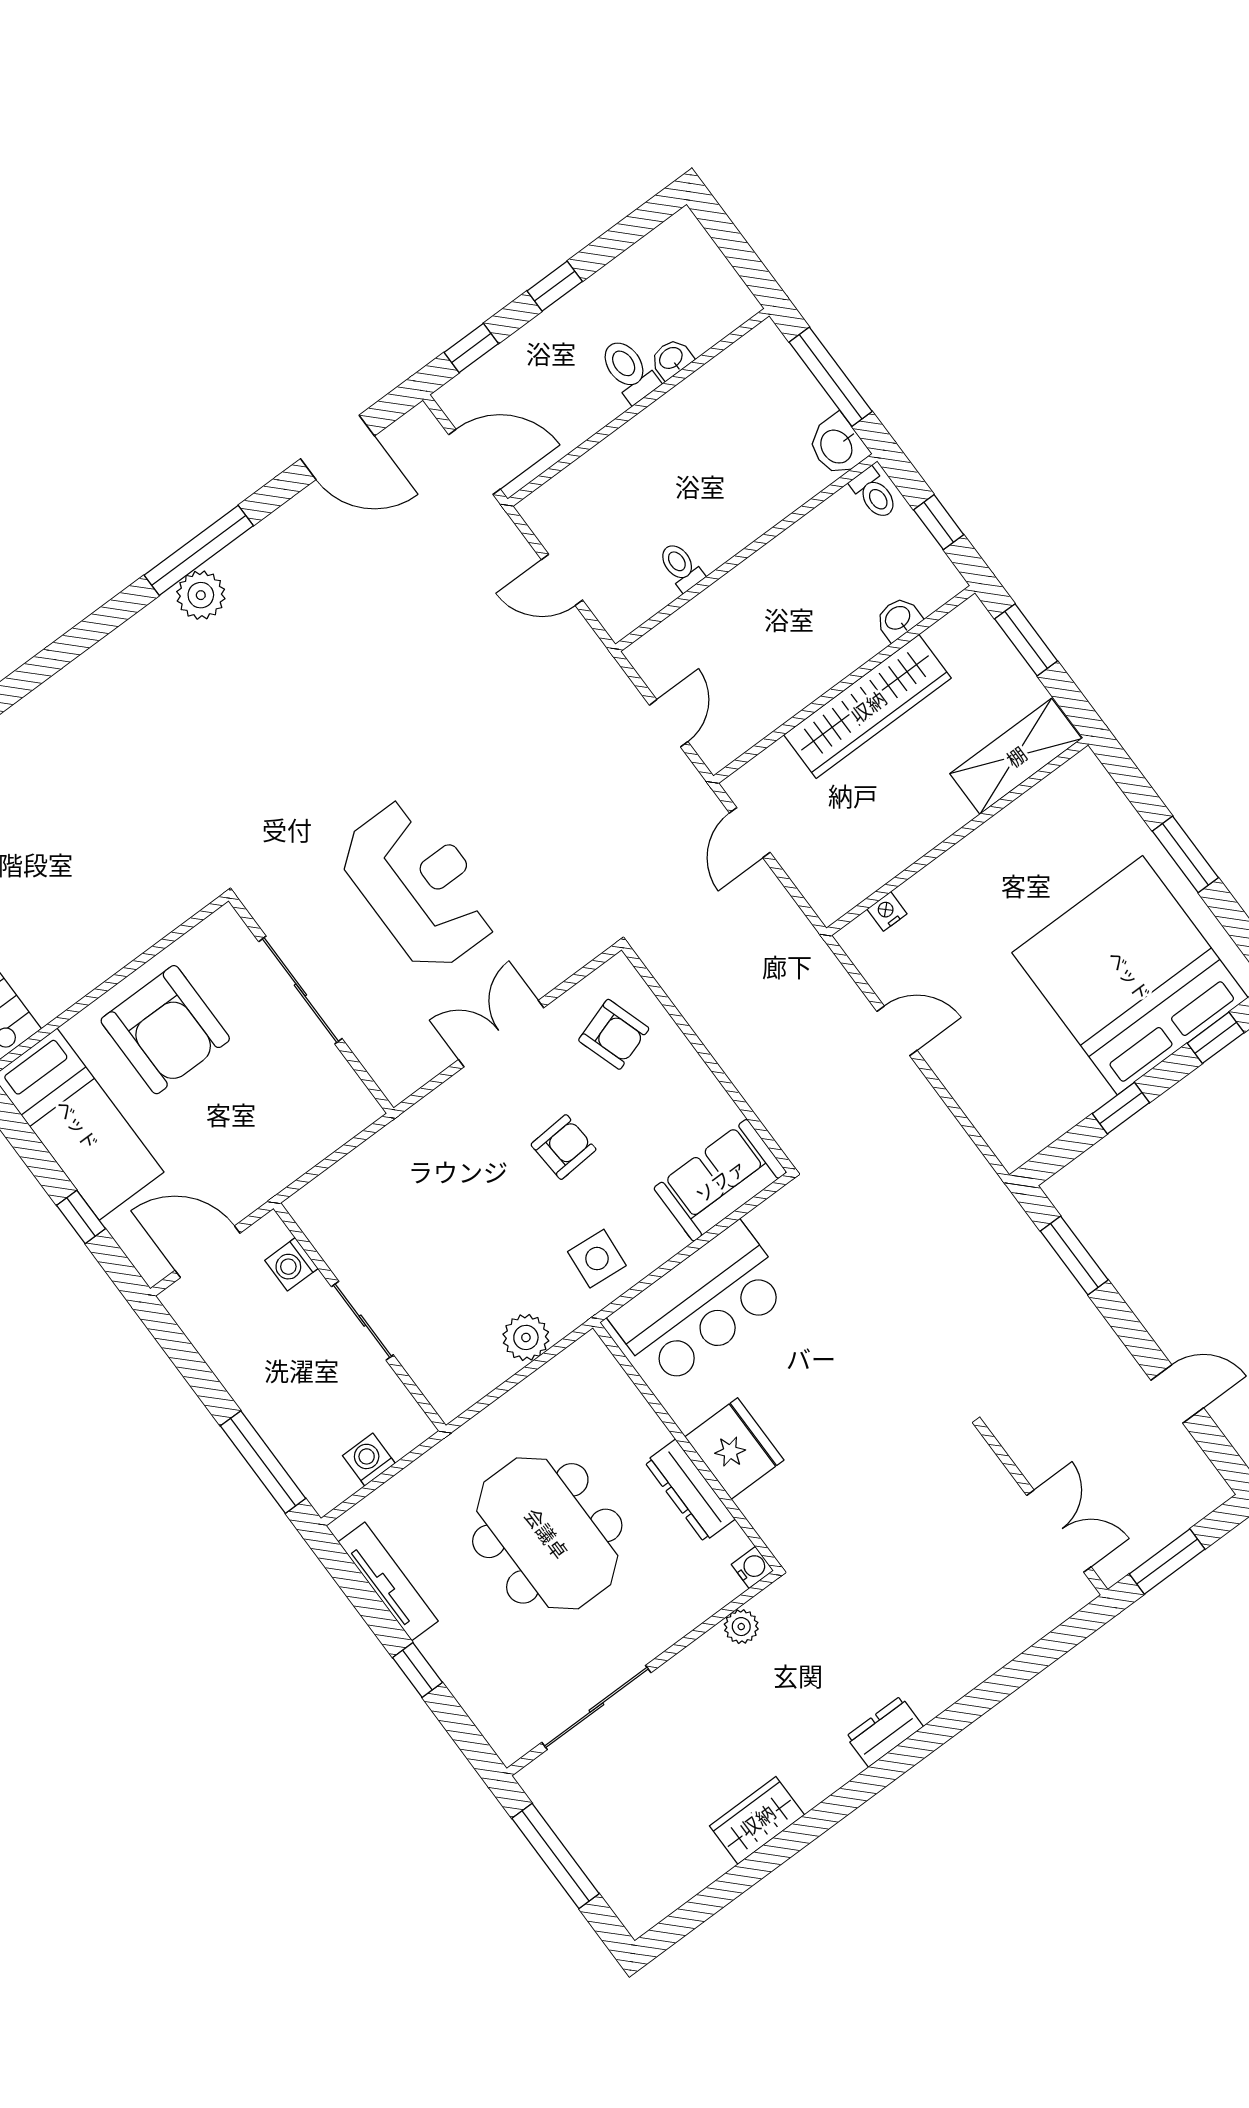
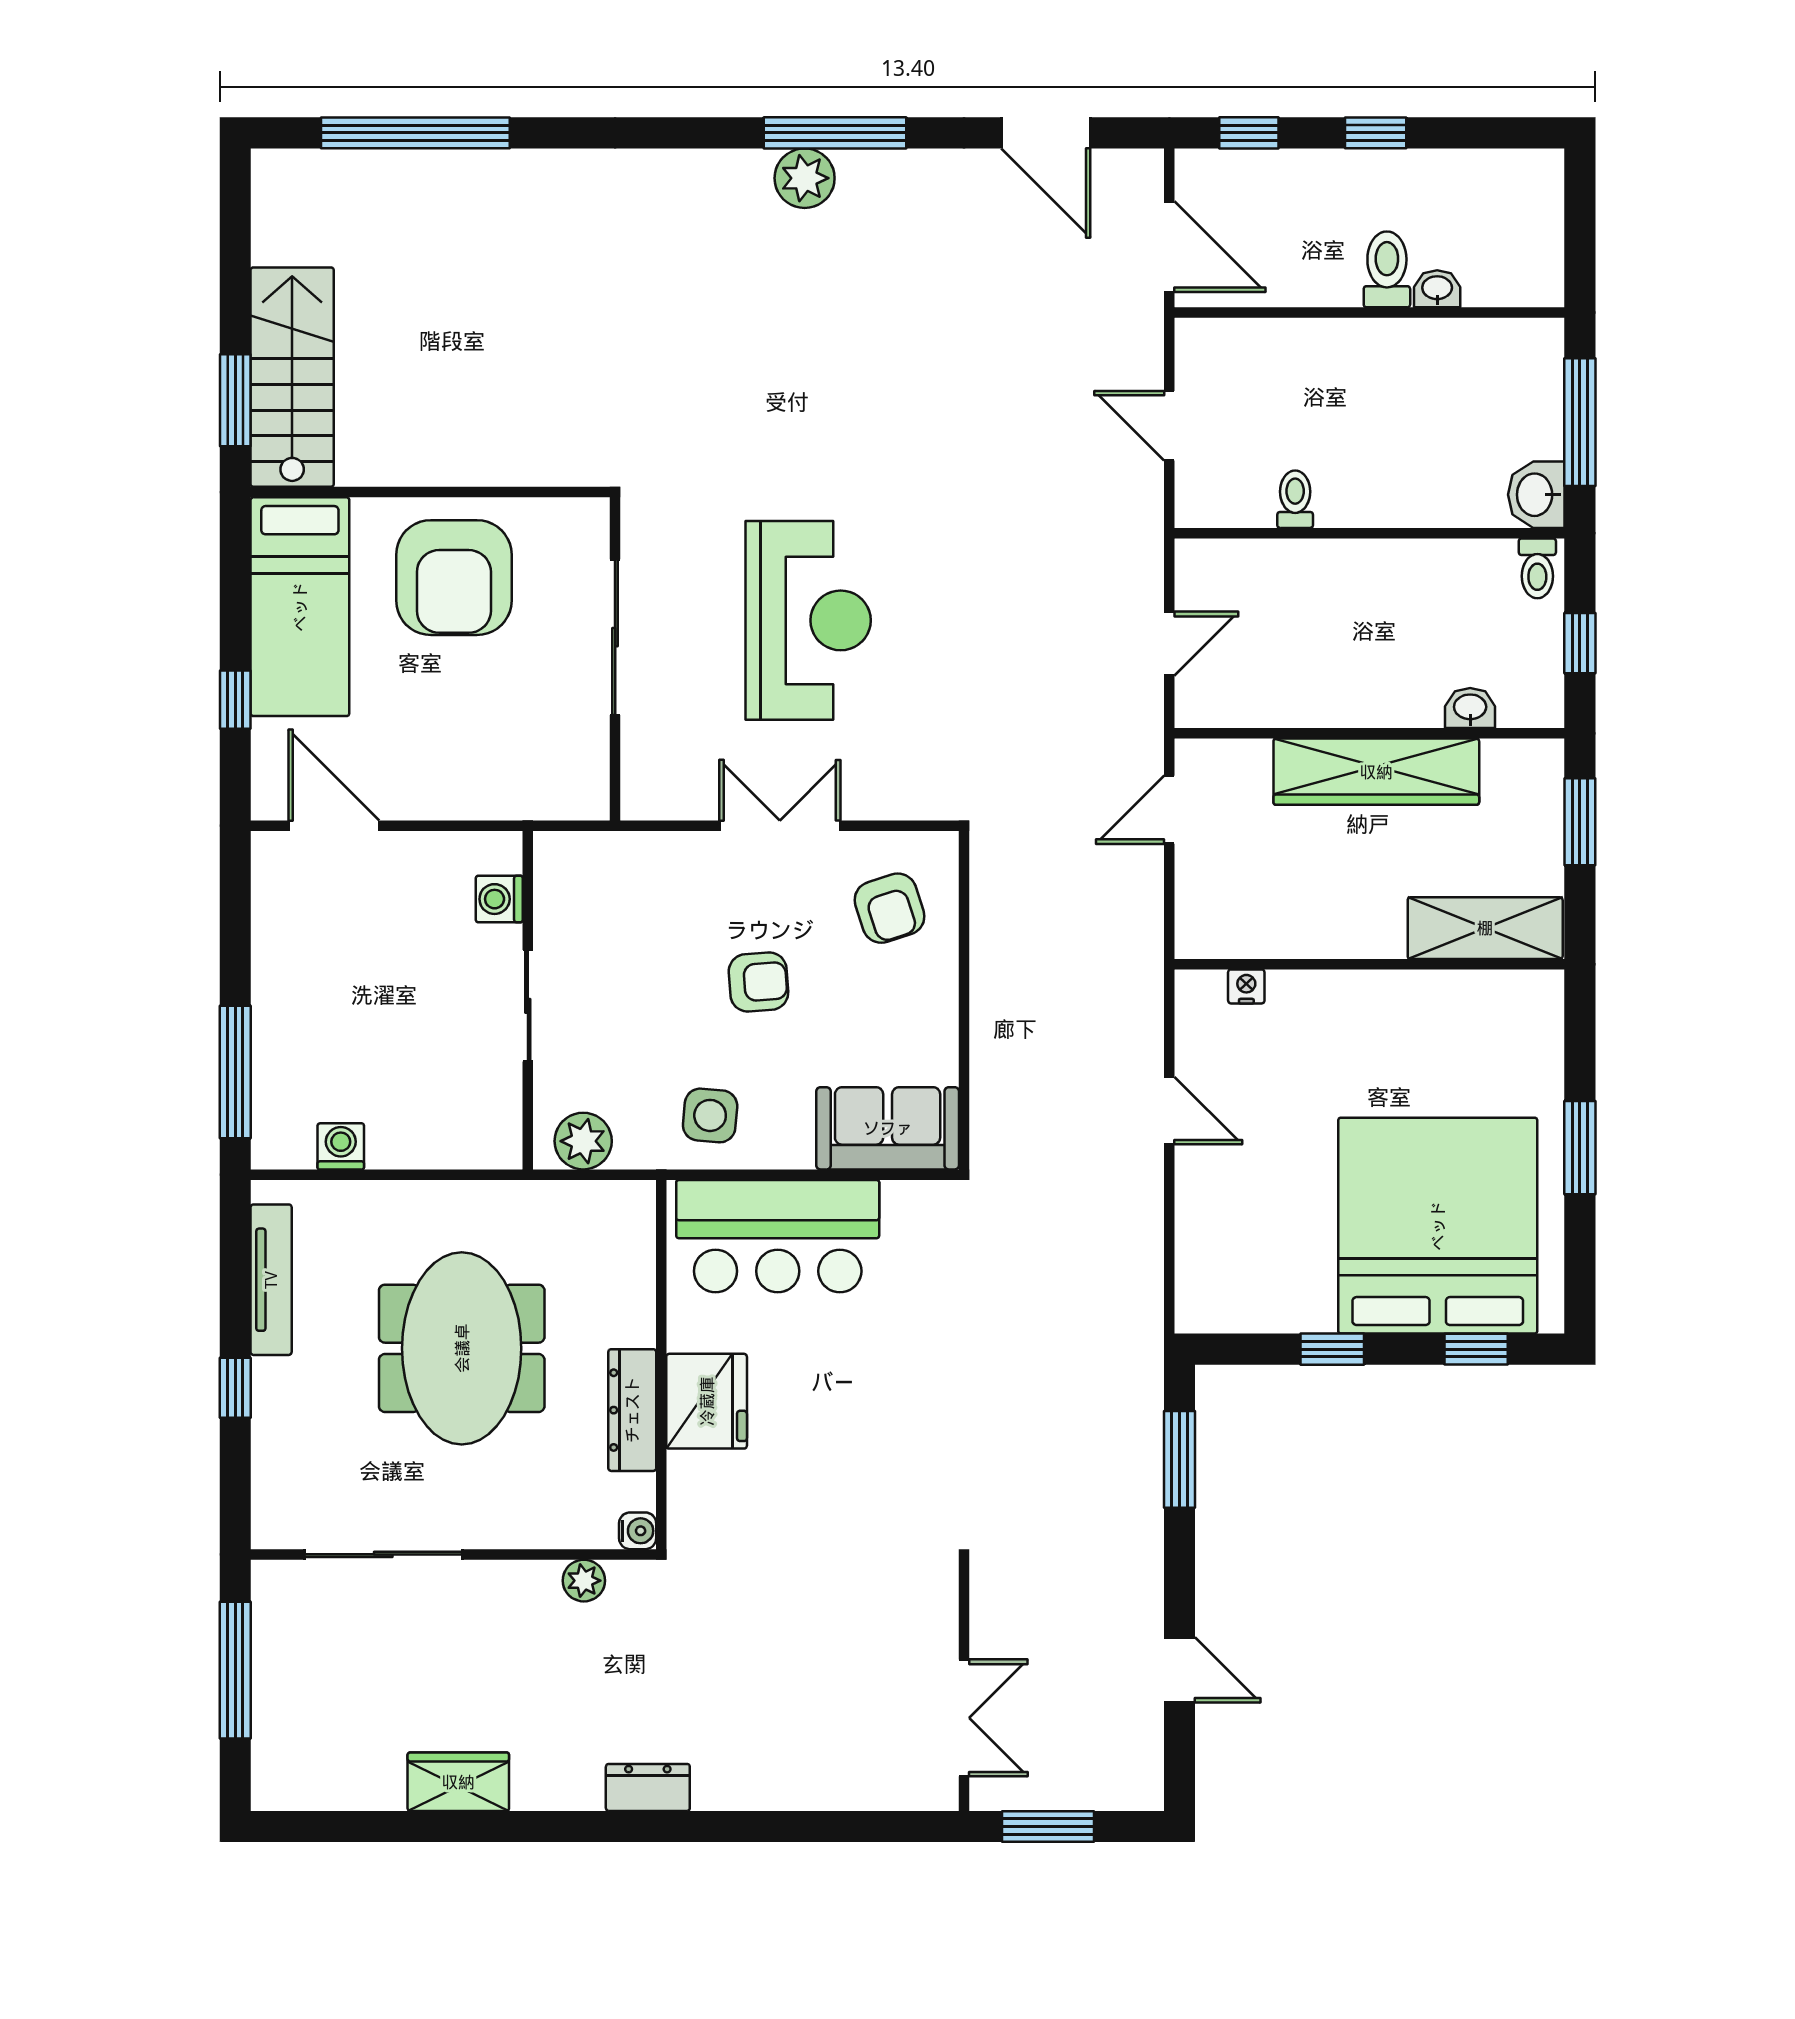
washing machine: (291, 1264) -> (499, 899), moved
wall: (360, 1317) -> (528, 1000), moved
sliding door: (362, 1321) -> (528, 1006), moved

